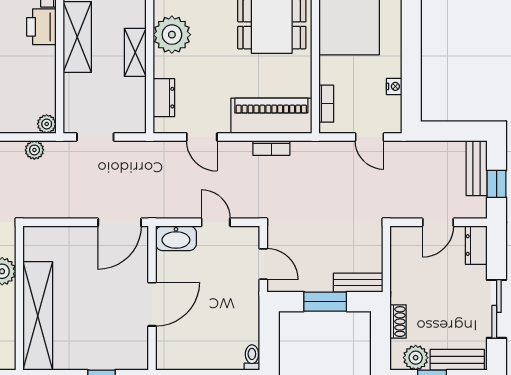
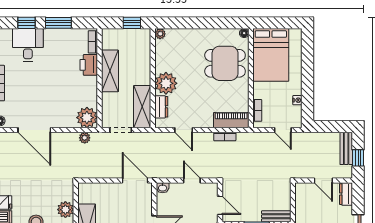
plant: (172, 35) -> (166, 83), moved
shelving: (135, 52) -> (142, 107), moved, width x1.50, depth x1.33
piano: (271, 116) -> (231, 120), width x0.73, depth x0.75
plant: (47, 124) -> (87, 118), width x1.87, depth x1.87
door: (120, 222) -> (135, 181), swing flipped
door: (438, 222) -> (323, 181), hinge flipped
washbasin: (176, 238) -> (163, 188), width x0.52, depth x0.69

